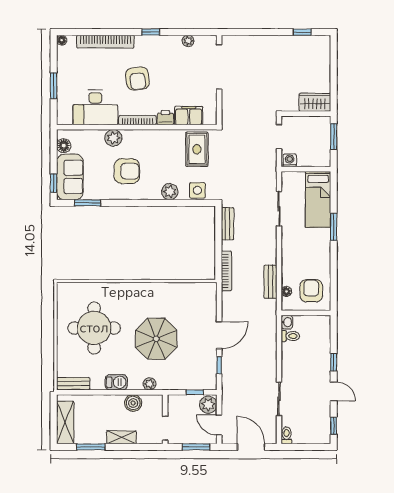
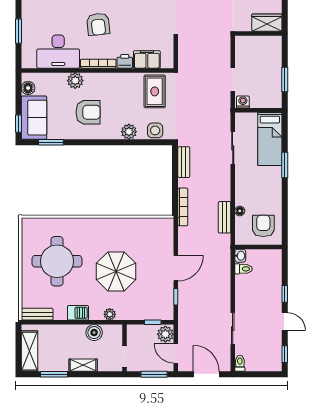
wardrobe: (315, 102) -> (267, 23), moved
wall: (306, 114) -> (258, 33), moved
floor lamp: (286, 291) -> (240, 211), moved

